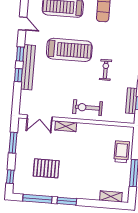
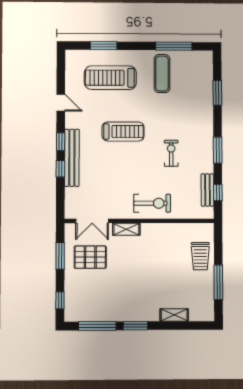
treadmill: (69, 50) -> (123, 132), width x0.73, depth x0.73
exercise bike: (87, 108) -> (152, 203), turned 180
trolley: (122, 152) -> (200, 256), turned 180
pallet: (46, 168) -> (90, 257), moved
shelving: (111, 196) -> (174, 315), moved

